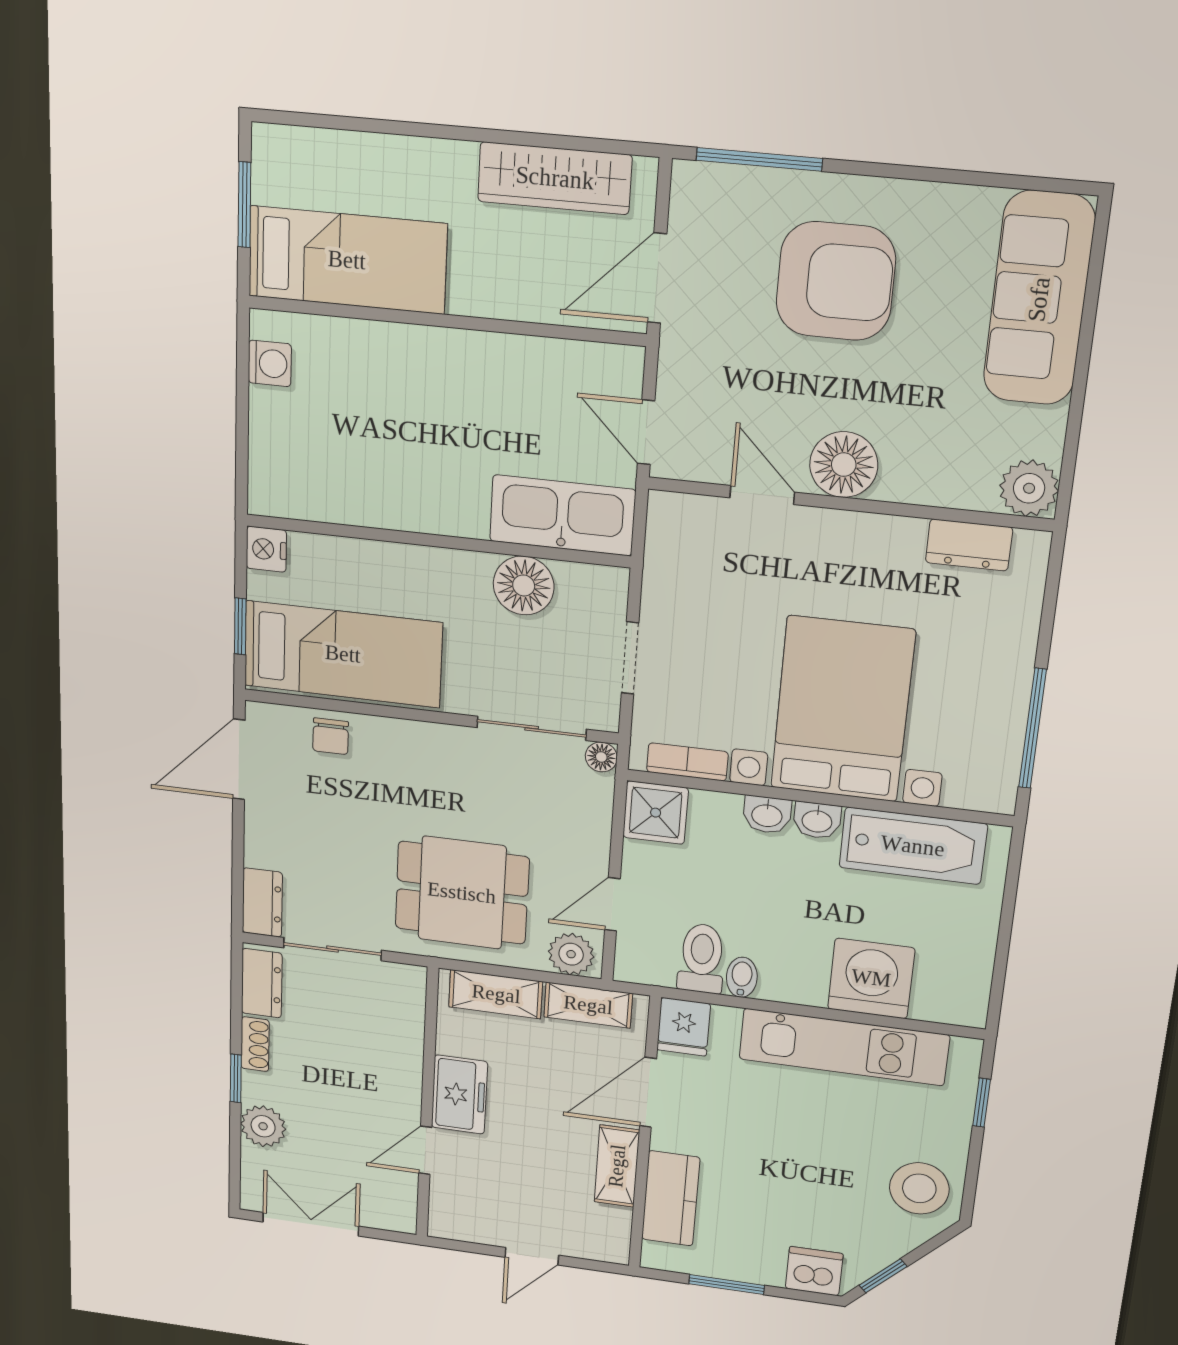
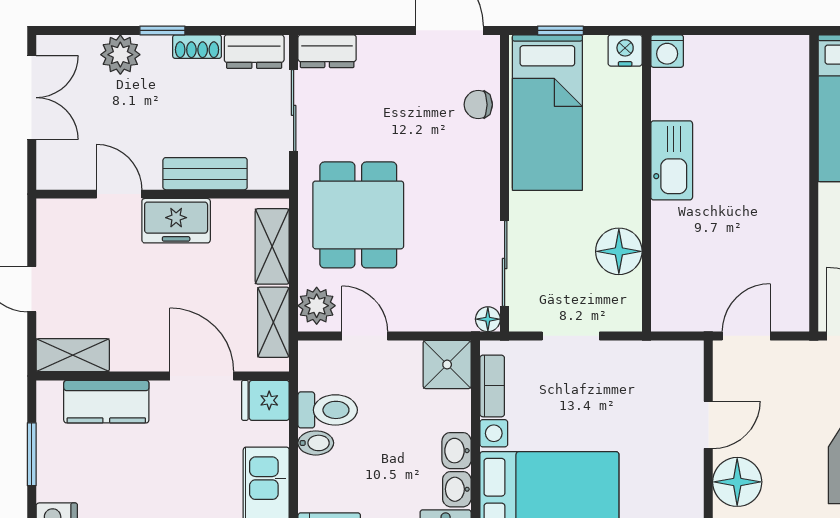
washing machine: (270, 363) -> (667, 51), moved
kitchen sink: (562, 515) -> (672, 160), moved, width x0.73, depth x0.81
bench: (405, 1056) -> (205, 174), added
shelving: (617, 1166) -> (73, 355), moved

